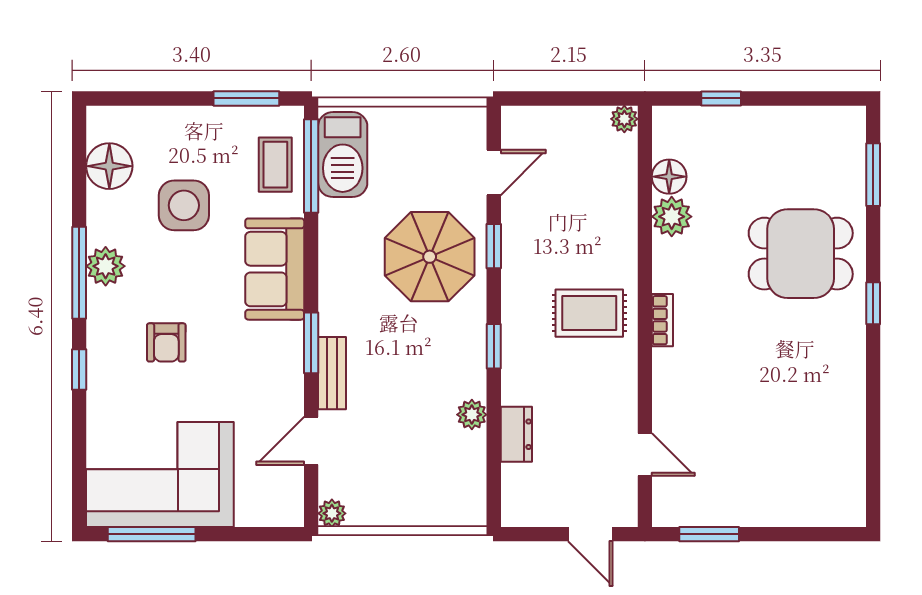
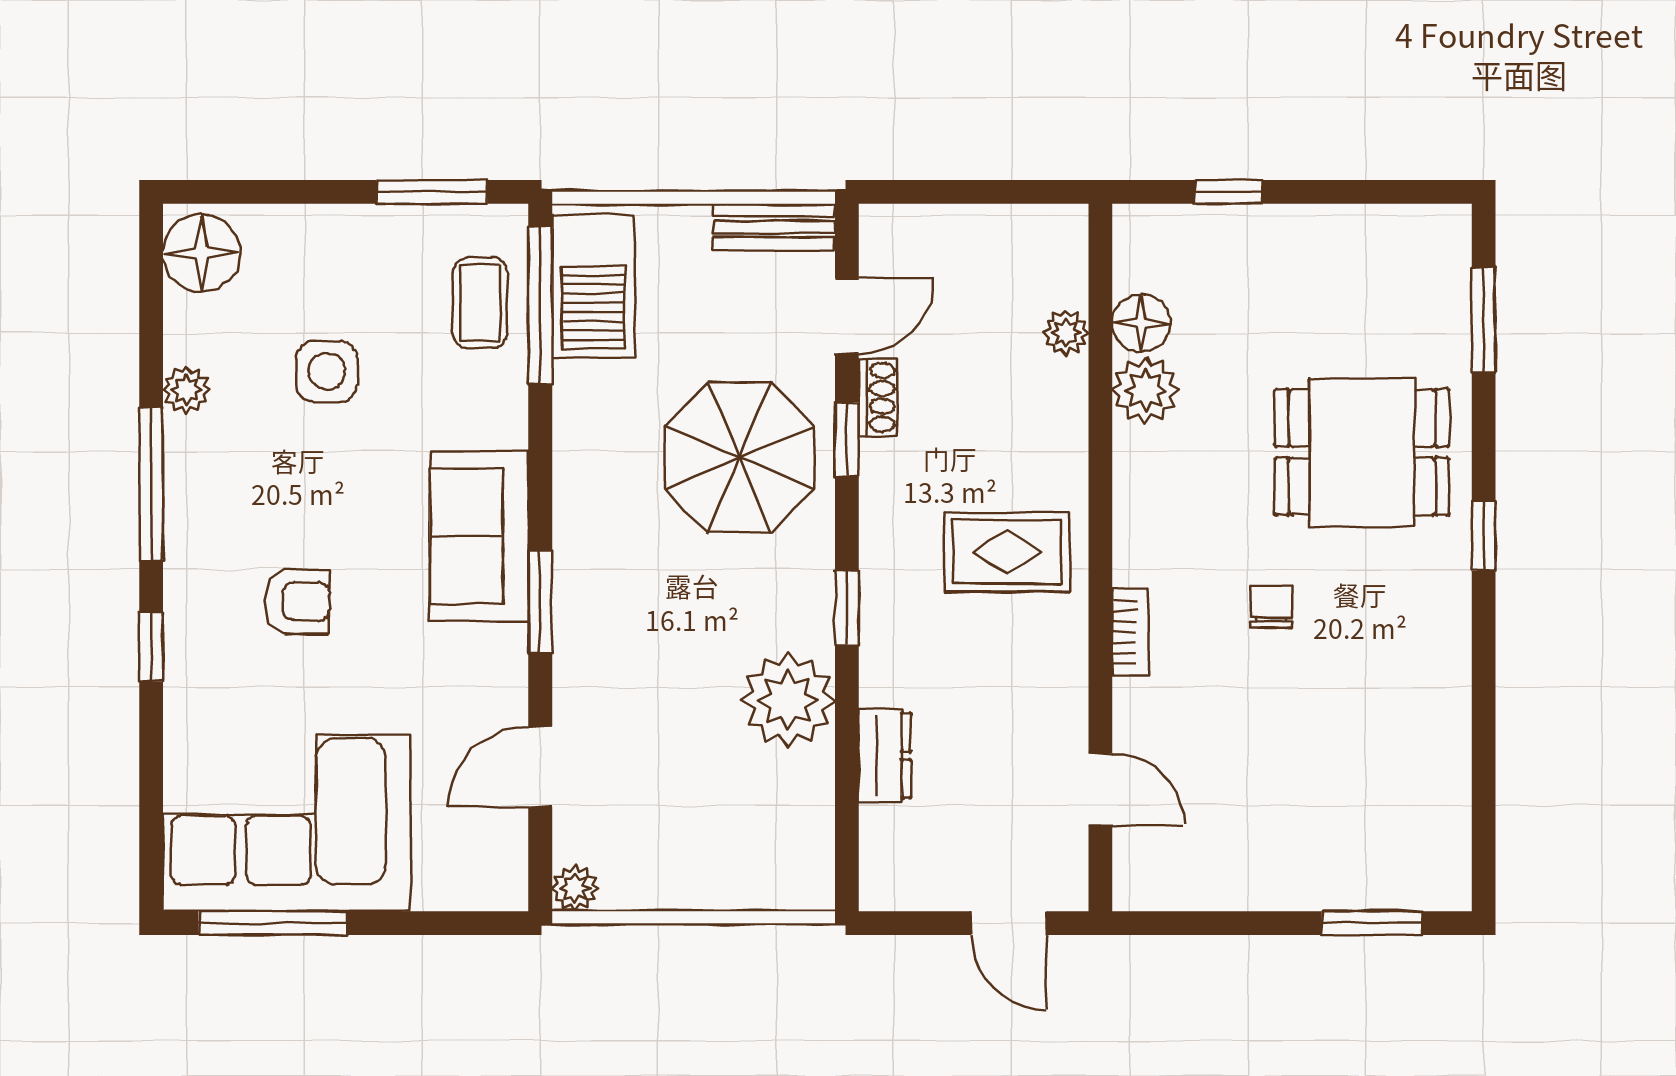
plant: (624, 119) -> (1066, 333), moved
floor lamp: (109, 166) -> (202, 253), moved
side table: (184, 205) -> (327, 371), width x0.73, depth x0.73
shoe rack: (512, 221) -> (878, 397), added
plant: (106, 266) -> (186, 390), moved, width x0.73, depth x0.73
sofa: (275, 269) -> (479, 536), moved
bookcase: (662, 320) -> (1130, 632), moved
armchair: (166, 342) -> (297, 601), turned -89
chair: (747, 346) -> (1271, 607), added
bench: (332, 373) -> (774, 227), moved, turned 90
plant: (472, 415) -> (788, 700), width x1.87, depth x1.87
window: (709, 534) -> (1372, 923), moved

